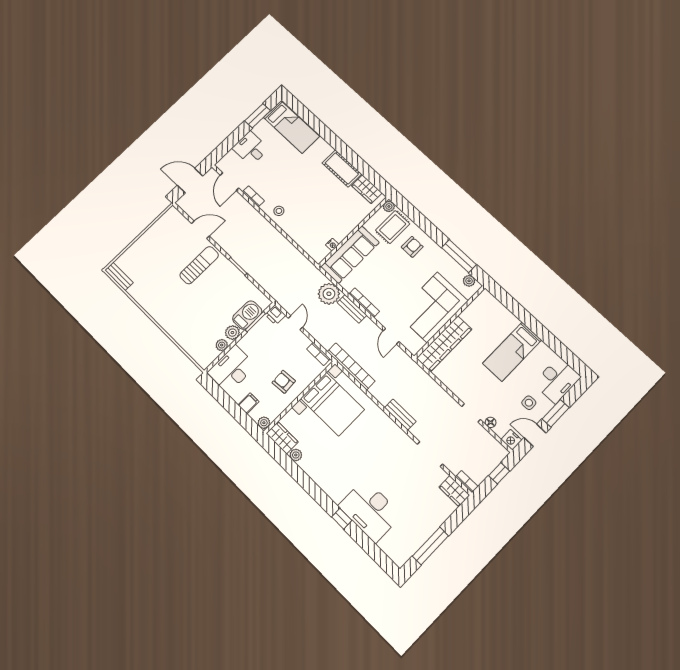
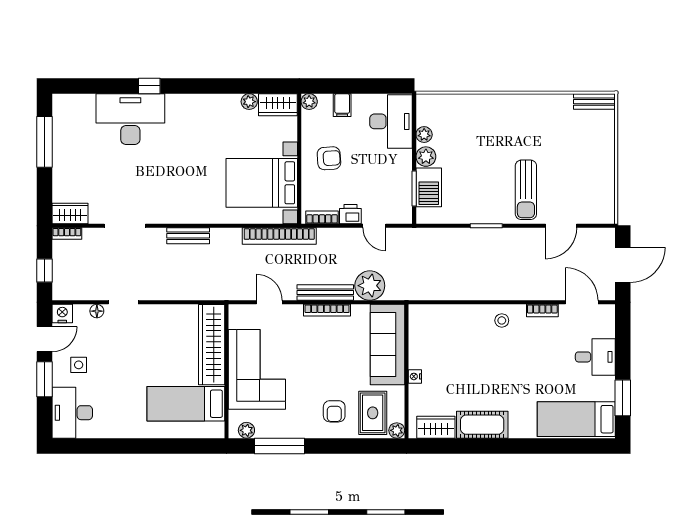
nightstand: (332, 245) -> (415, 376), moved
bench: (352, 309) -> (325, 293), width x1.36
printer: (275, 315) -> (350, 214), moved
bed: (512, 352) -> (186, 404), moved, turned -90

